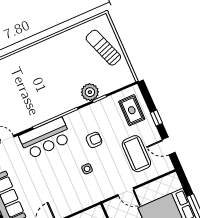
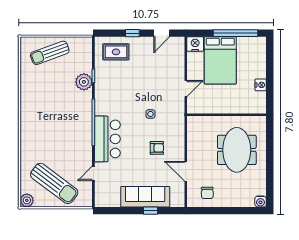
armchair: (94, 140) -> (157, 148), moved, turned 90
coffee table: (136, 154) -> (156, 64), removed
nightstand: (172, 182) -> (195, 44), added

